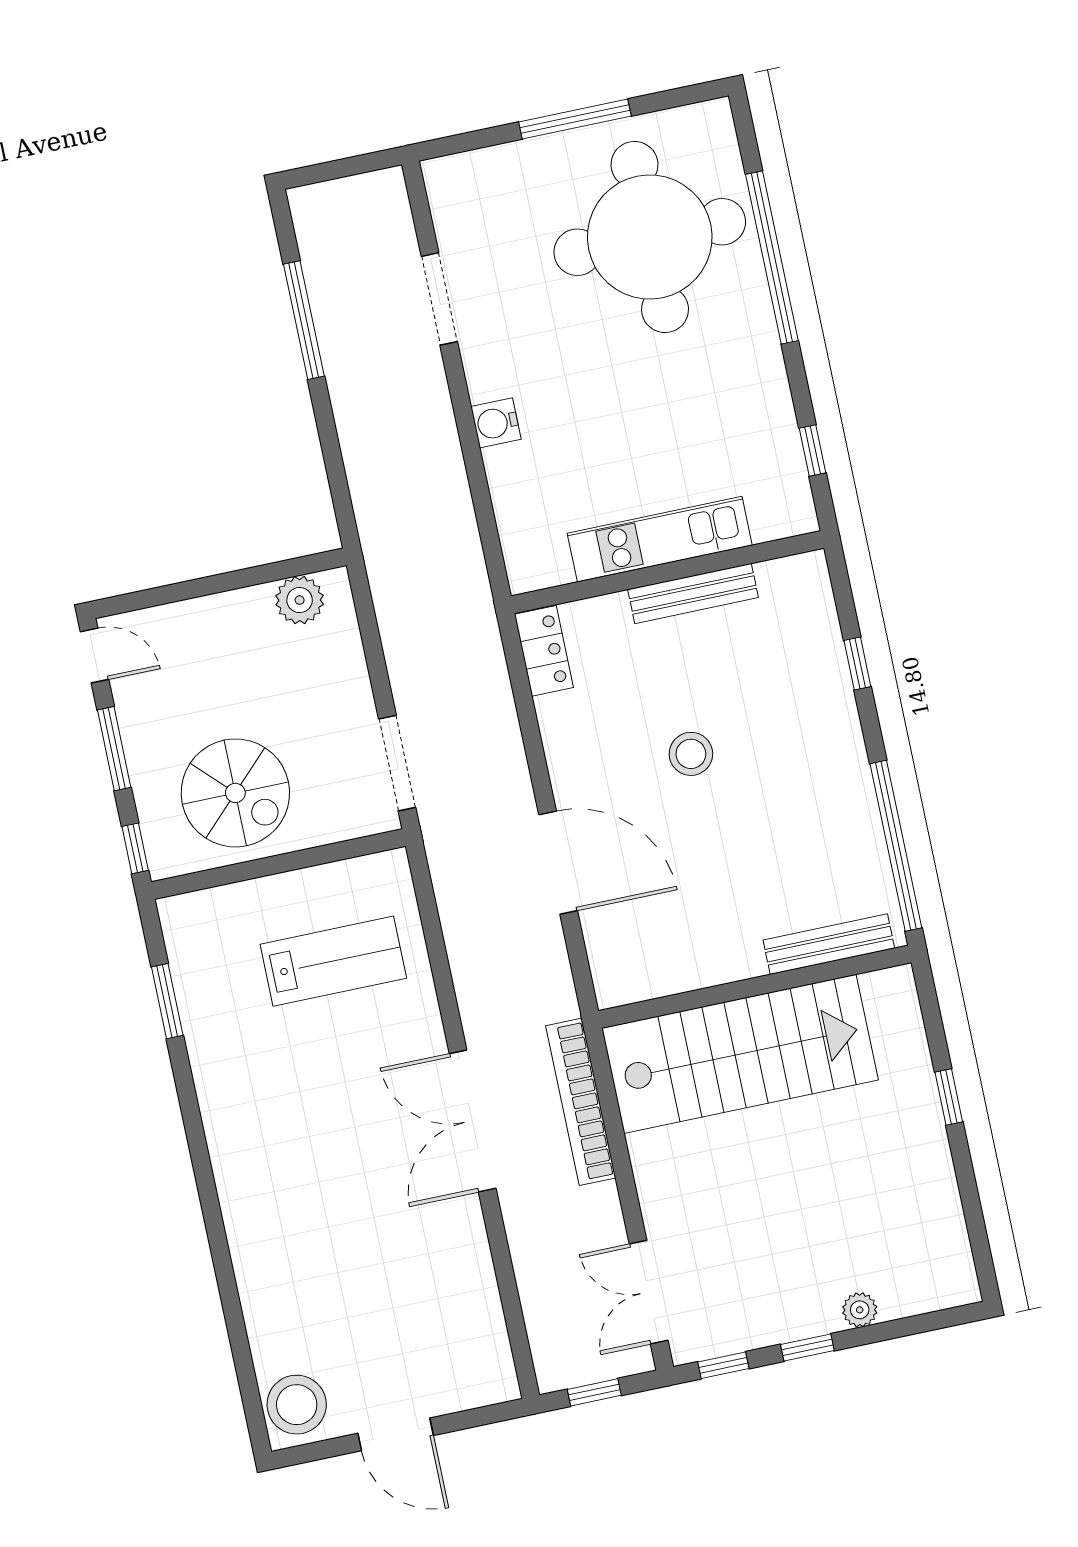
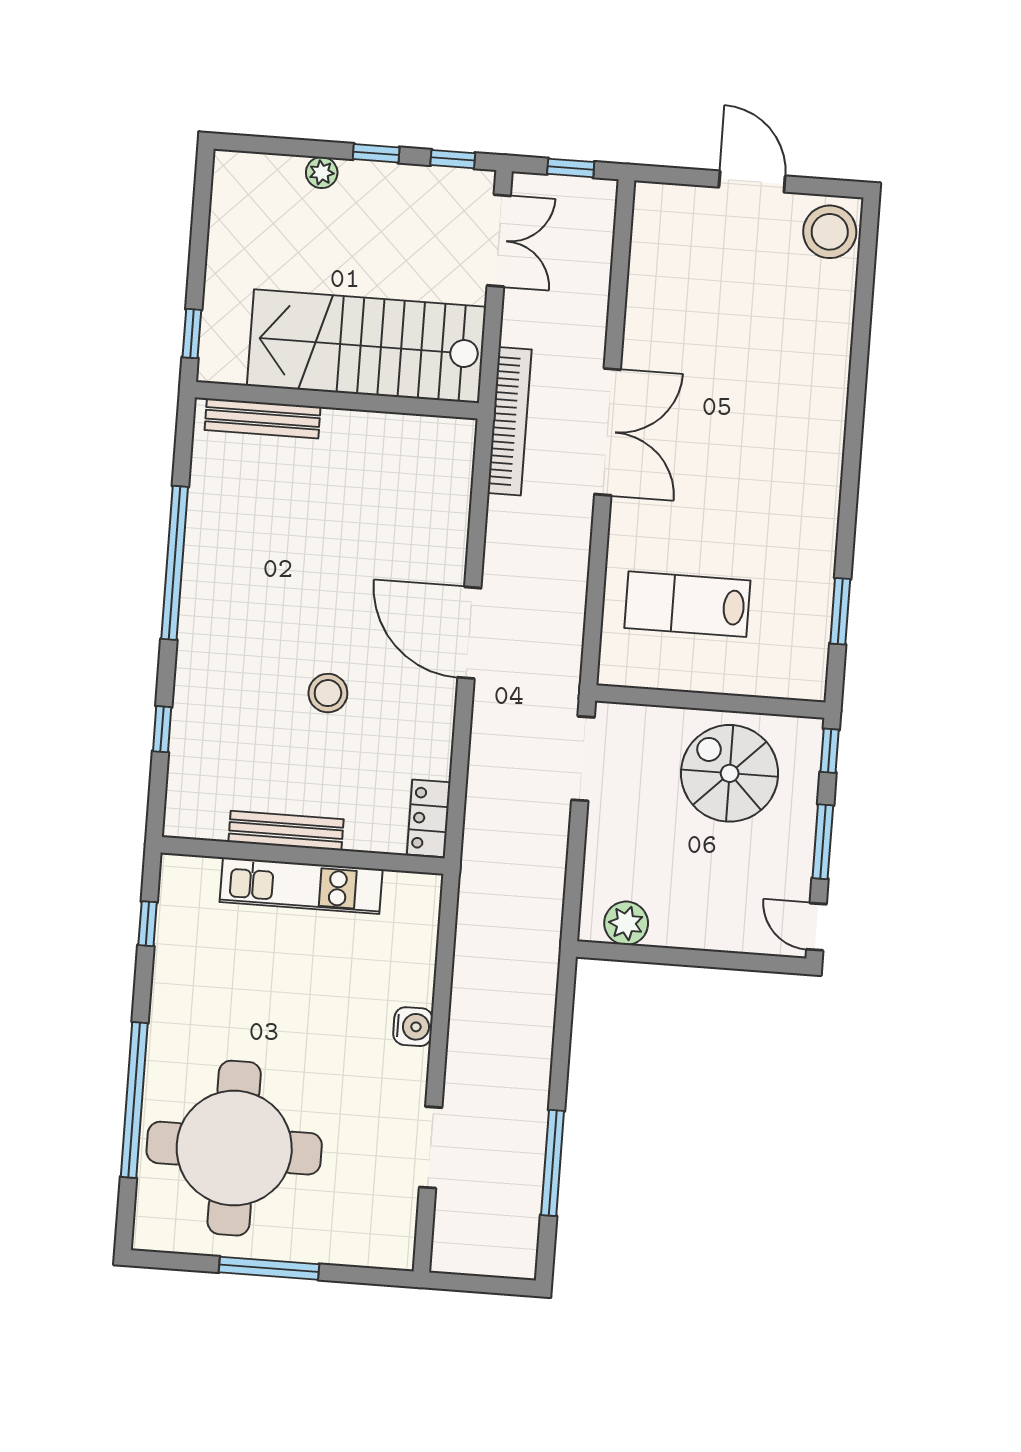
bench: (829, 944) -> (263, 418), moved
wall: (755, 987) -> (337, 400), moved
stairs: (740, 1054) -> (366, 346), moved

